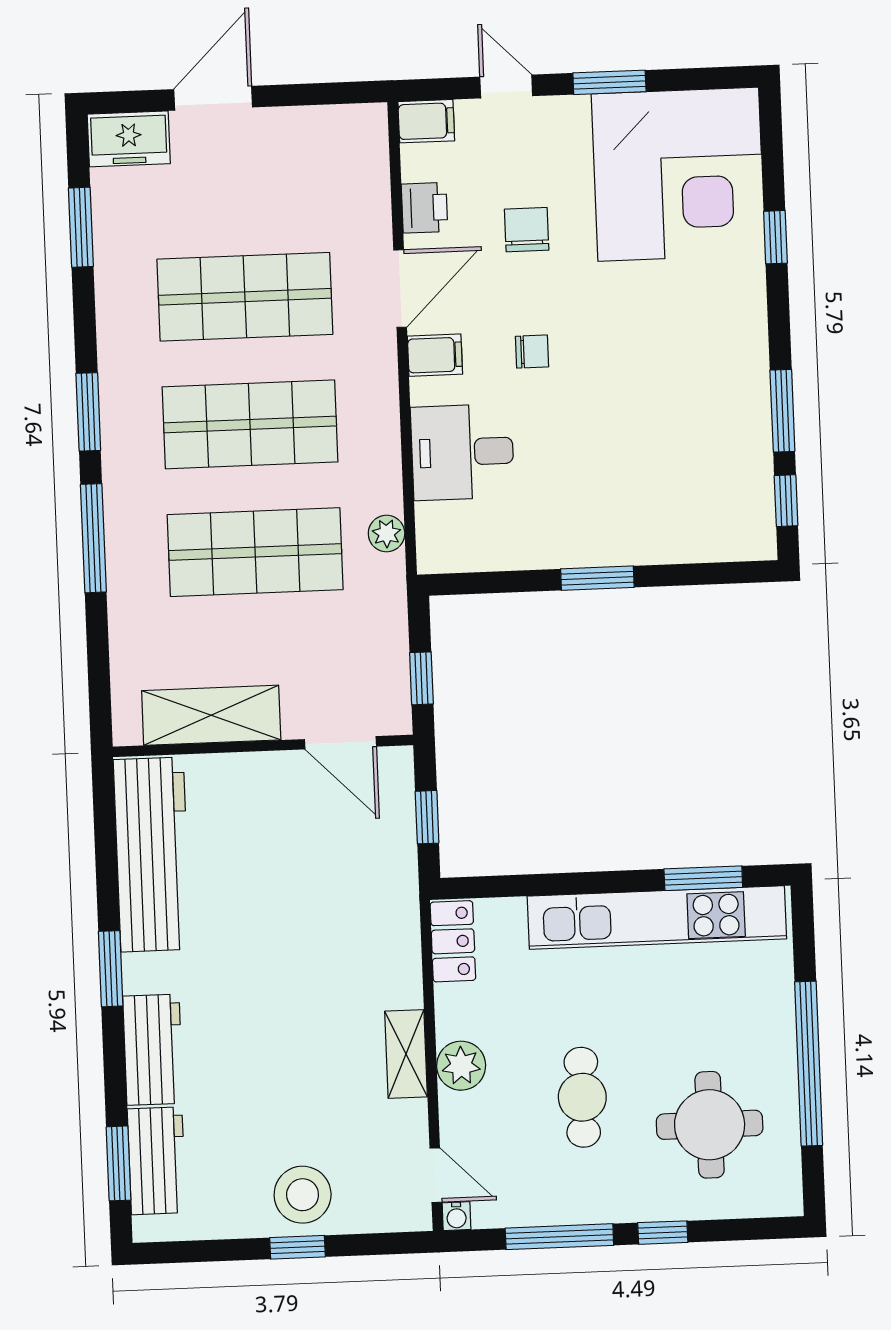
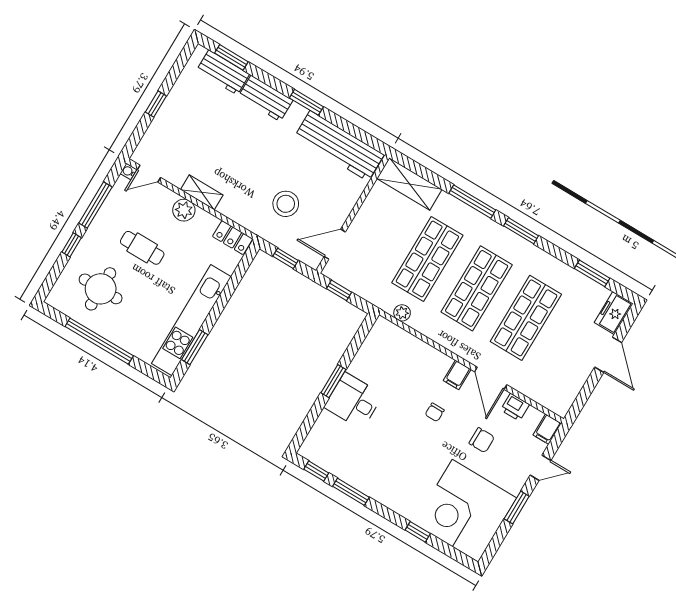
desk: (462, 452) -> (354, 401), moved, turned -90
shelving: (211, 715) -> (409, 184), moved, turned 90
stool: (303, 1195) -> (286, 204), moved

